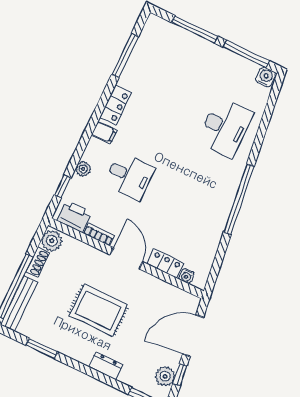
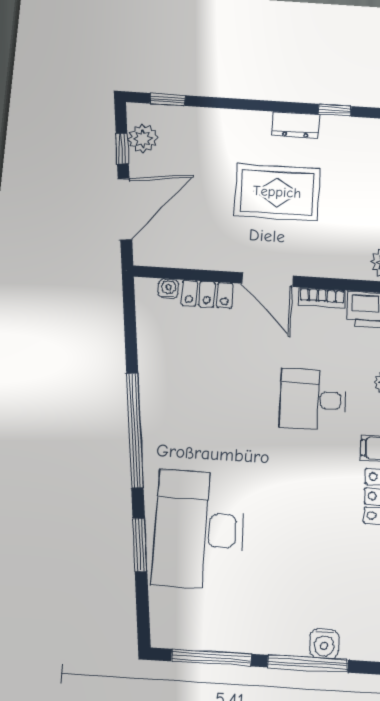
water cooler: (266, 77) -> (324, 644), moved
desk: (225, 128) -> (199, 529), width x1.36, depth x1.30
window: (261, 132) -> (140, 545), added
window: (42, 349) -> (335, 110), width x0.67
dresser: (106, 366) -> (296, 125), moved

